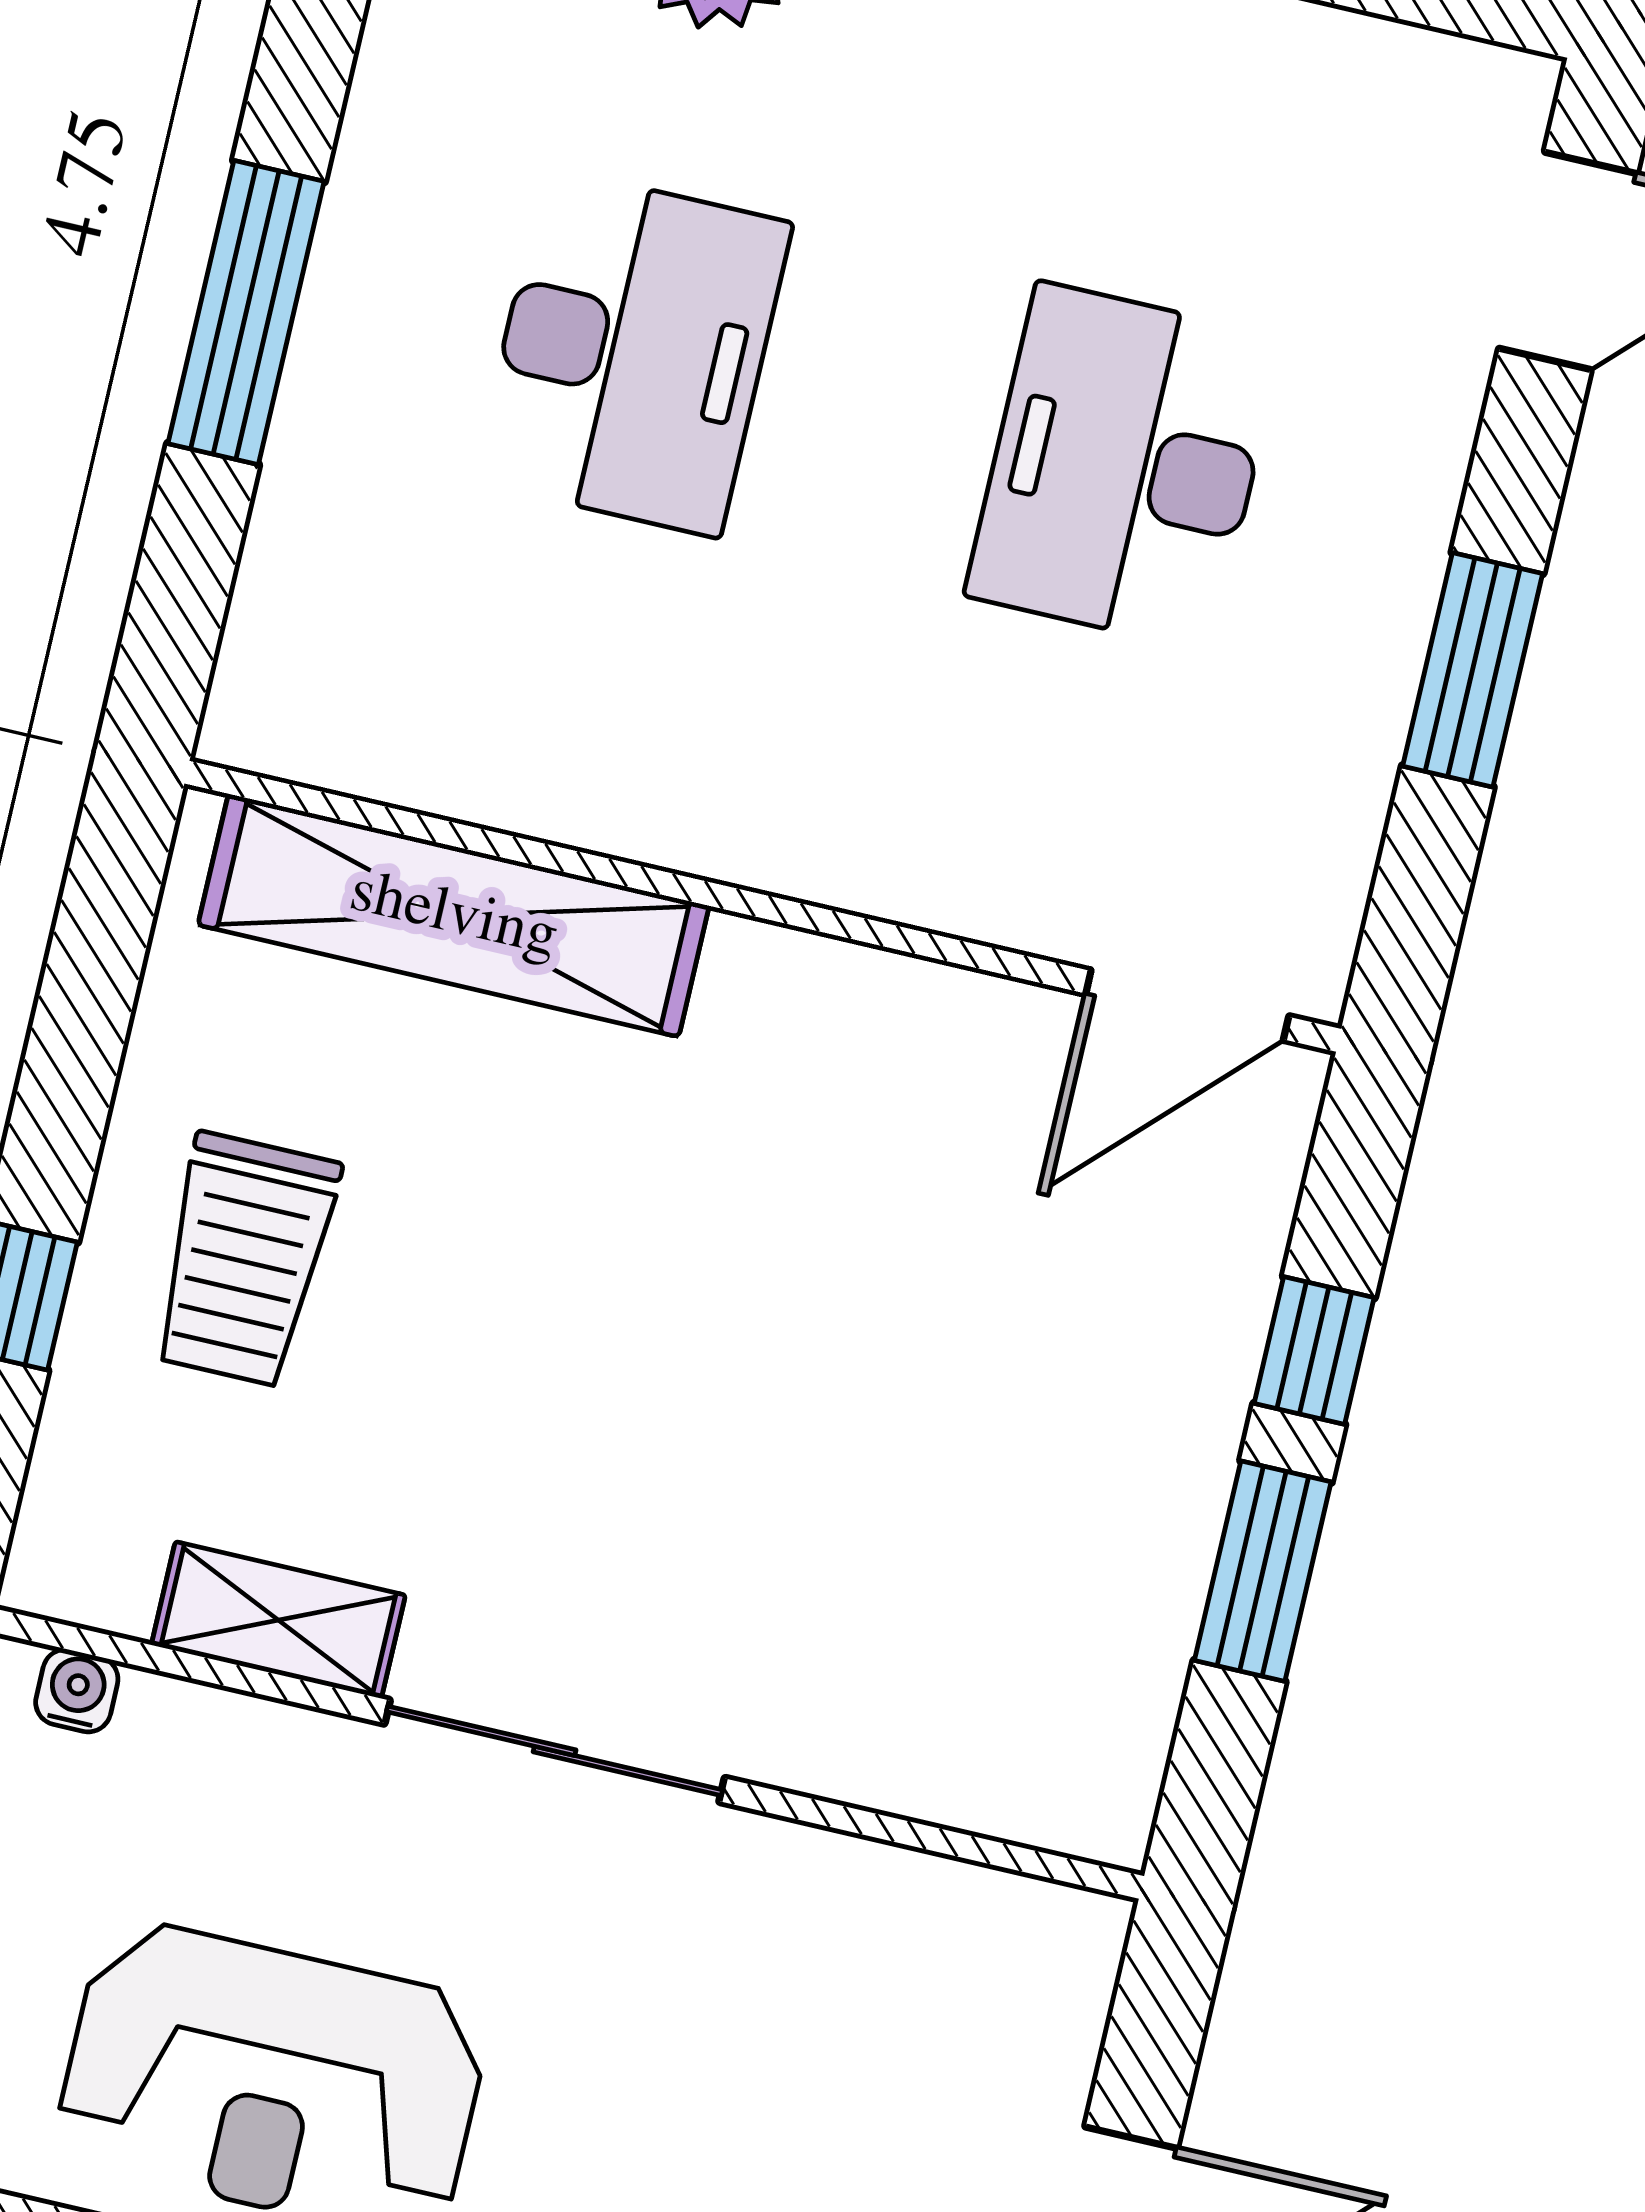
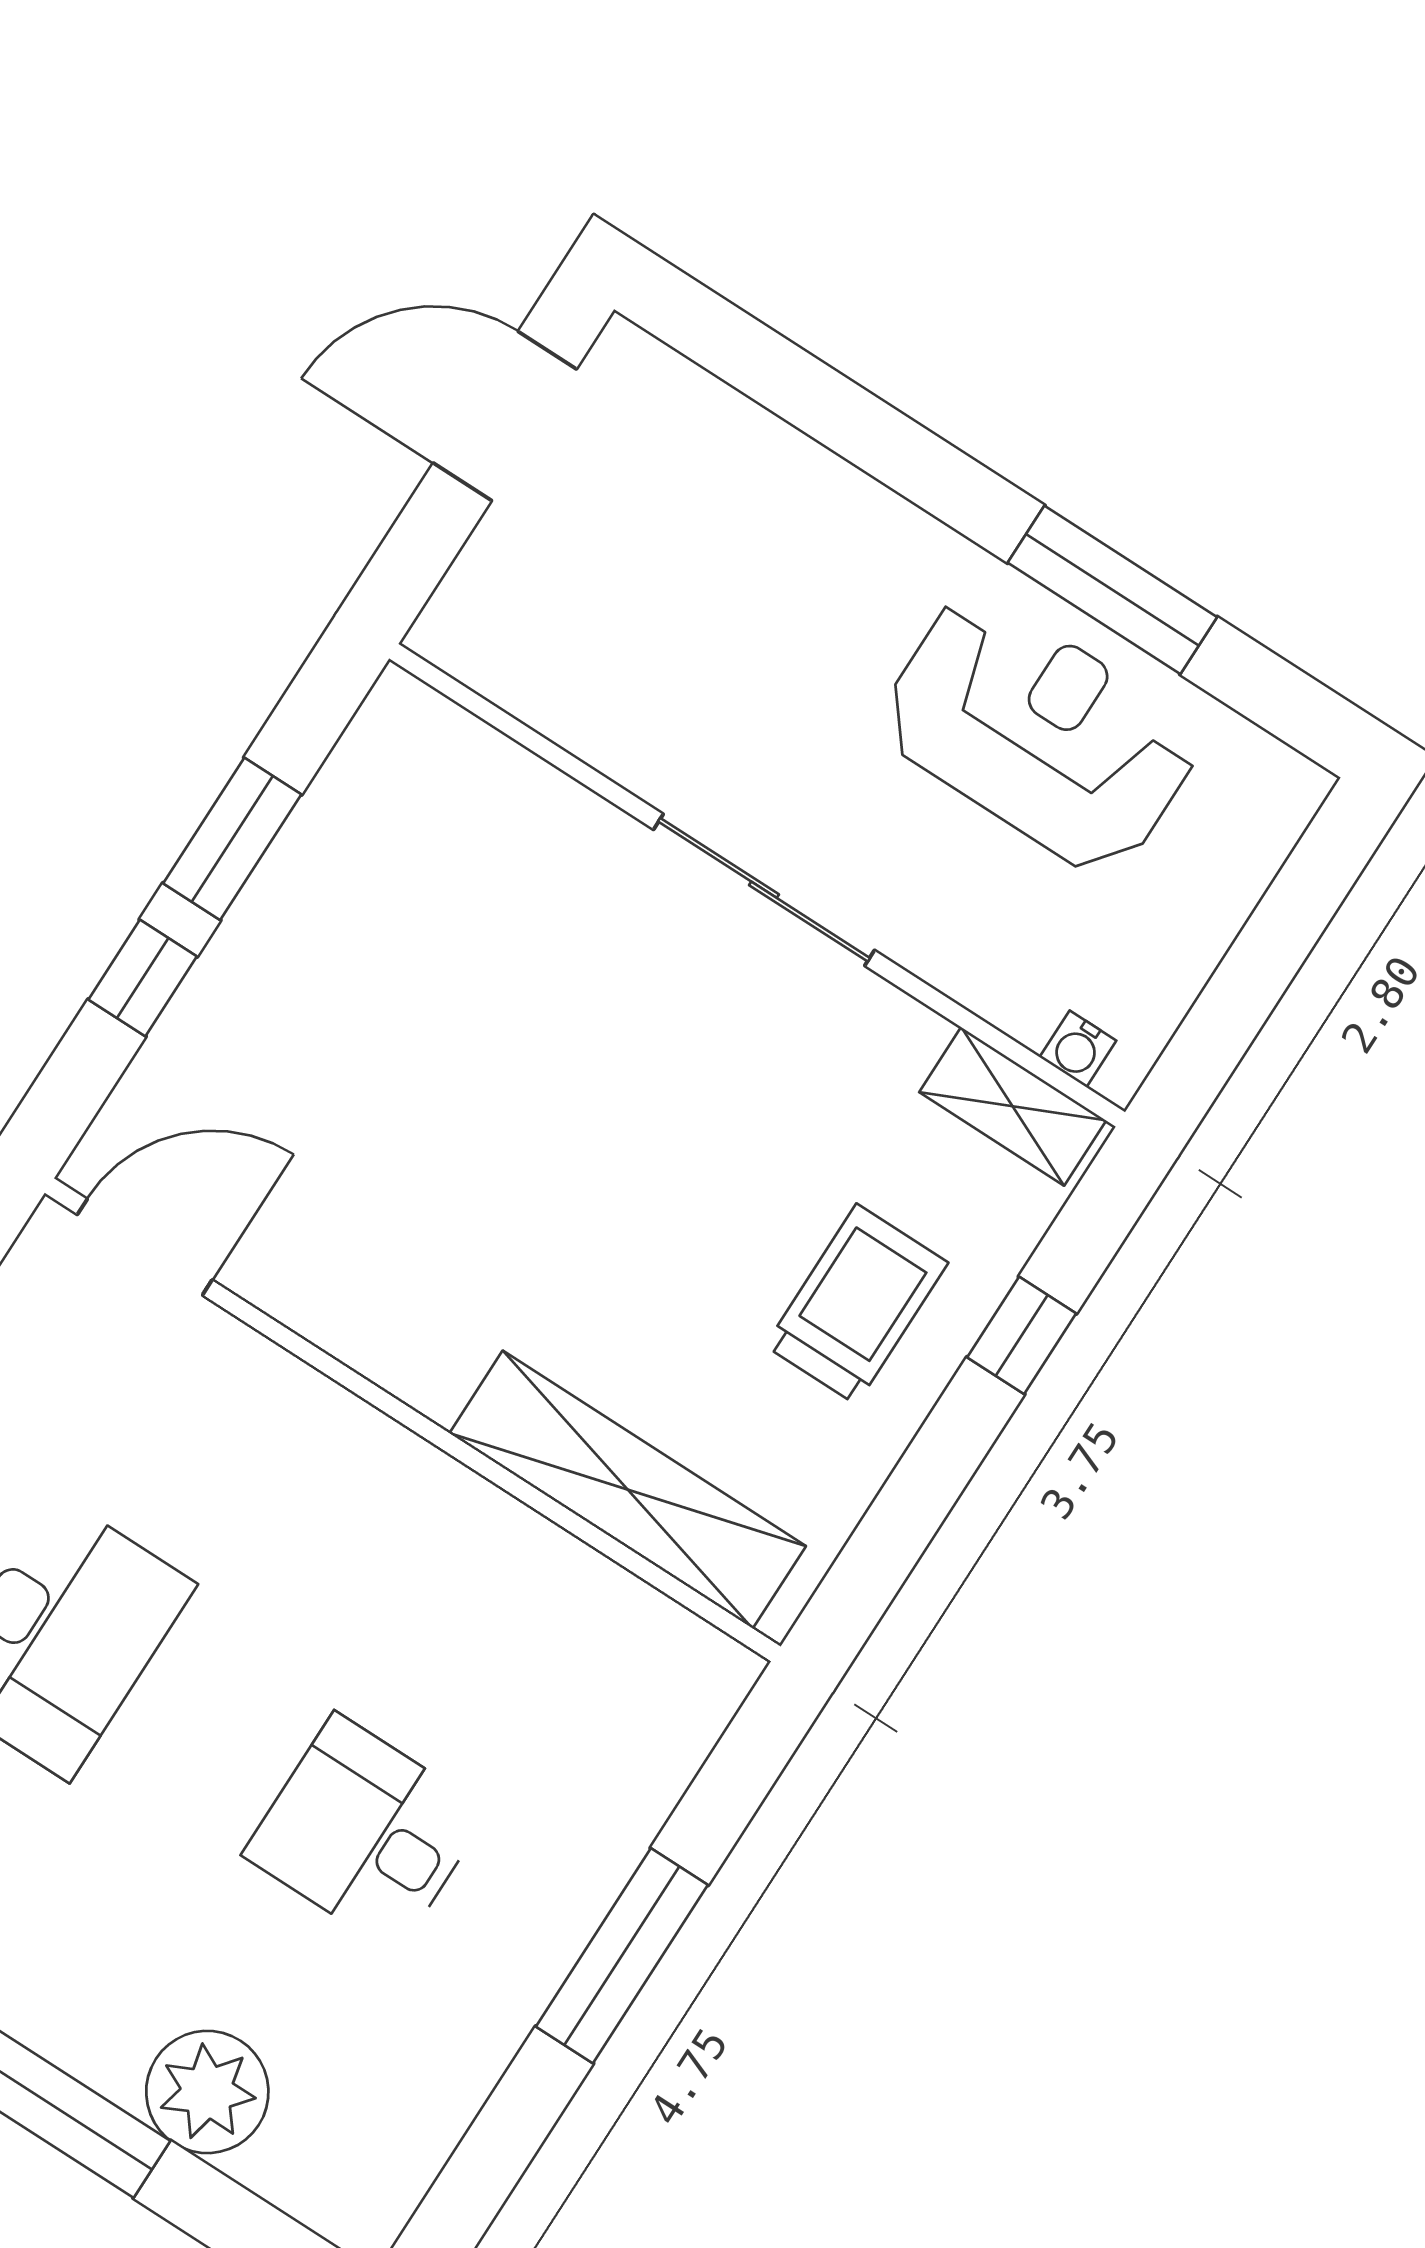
desk: (633, 352) -> (366, 1833), width x0.73
shelving: (278, 1620) -> (1013, 1106), moved

